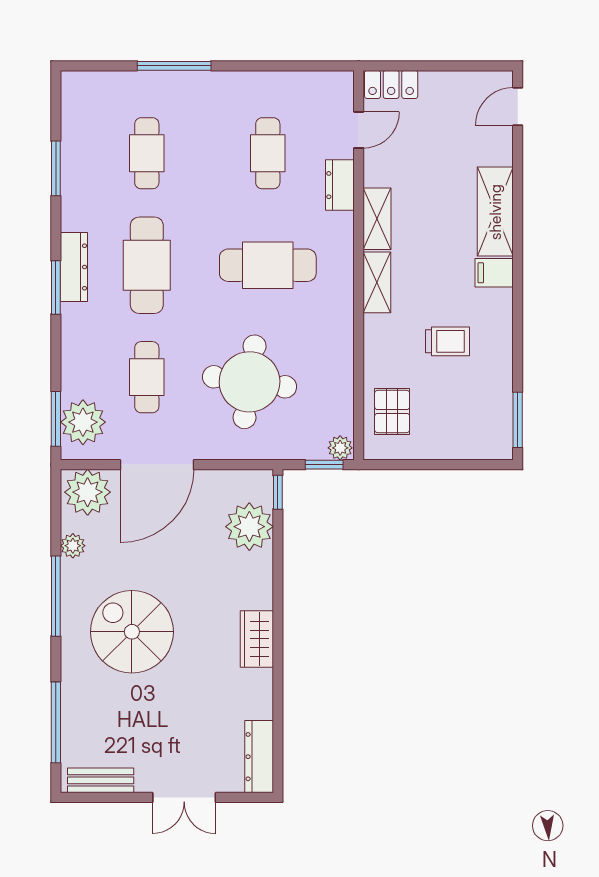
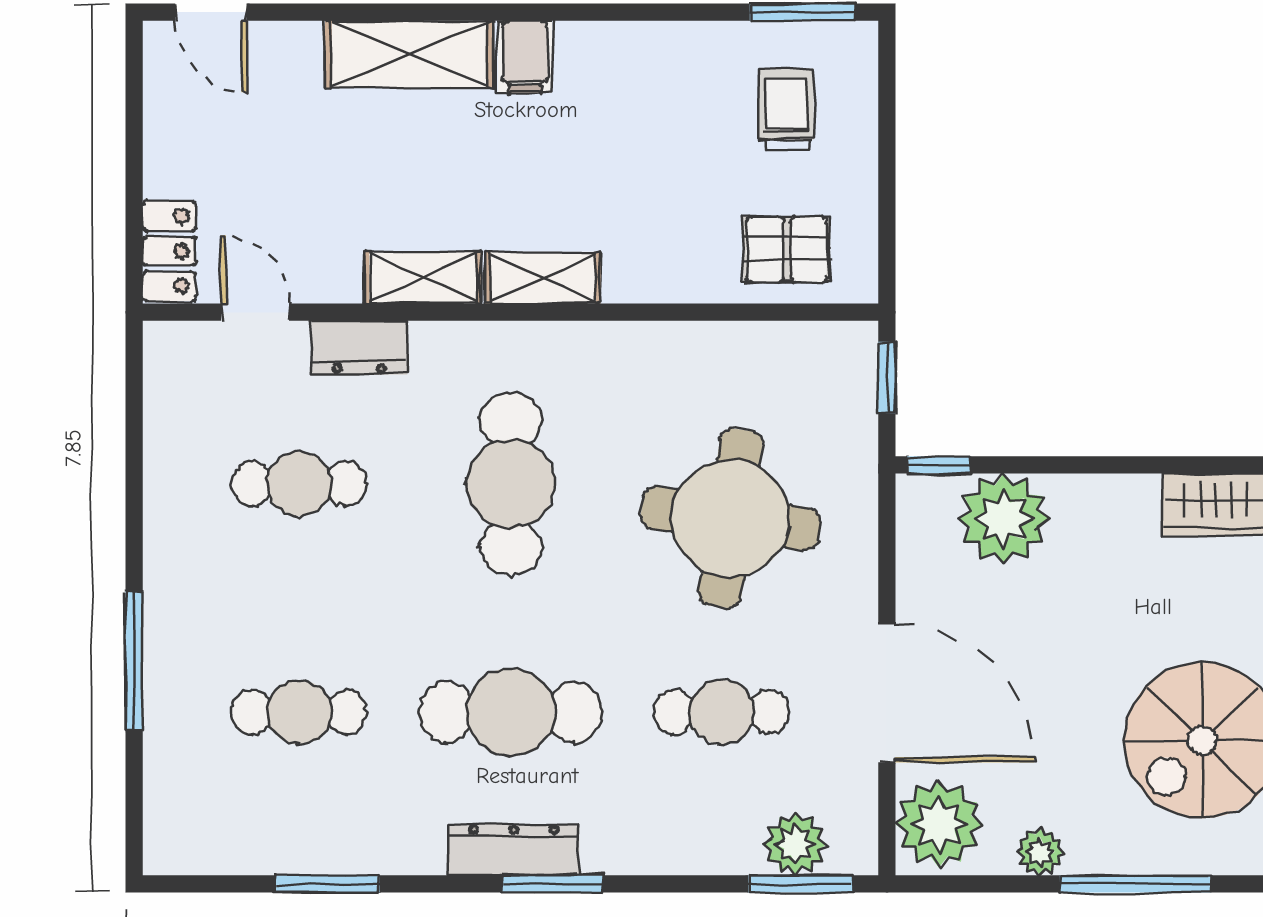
trolley: (447, 341) -> (786, 110), moved
plant: (83, 422) -> (795, 844), width x0.73, depth x0.73
plant: (340, 448) -> (855, 347), removed

